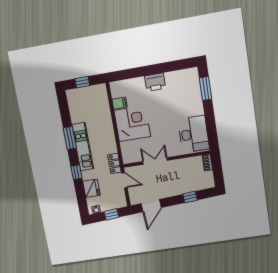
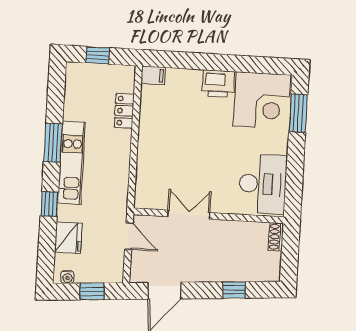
filing cabinet: (120, 103) -> (153, 75), moved
corner desk: (132, 123) -> (262, 100), moved, turned 90
locker: (114, 163) -> (124, 111), moved

